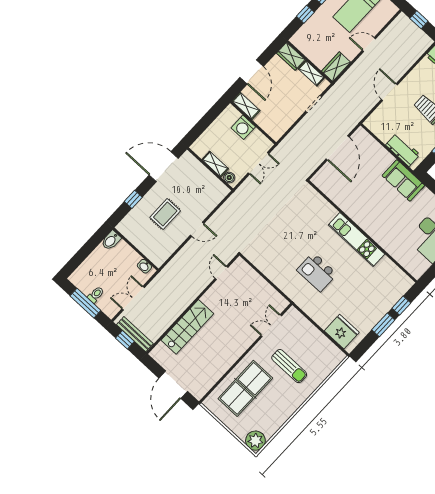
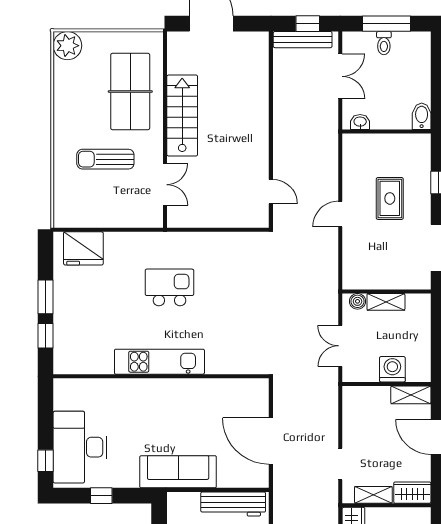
workbench: (403, 150) -> (233, 504), moved, width x1.38
sofa: (403, 180) -> (178, 472), width x1.36
stairs: (187, 327) -> (182, 115), moved, turned 180

